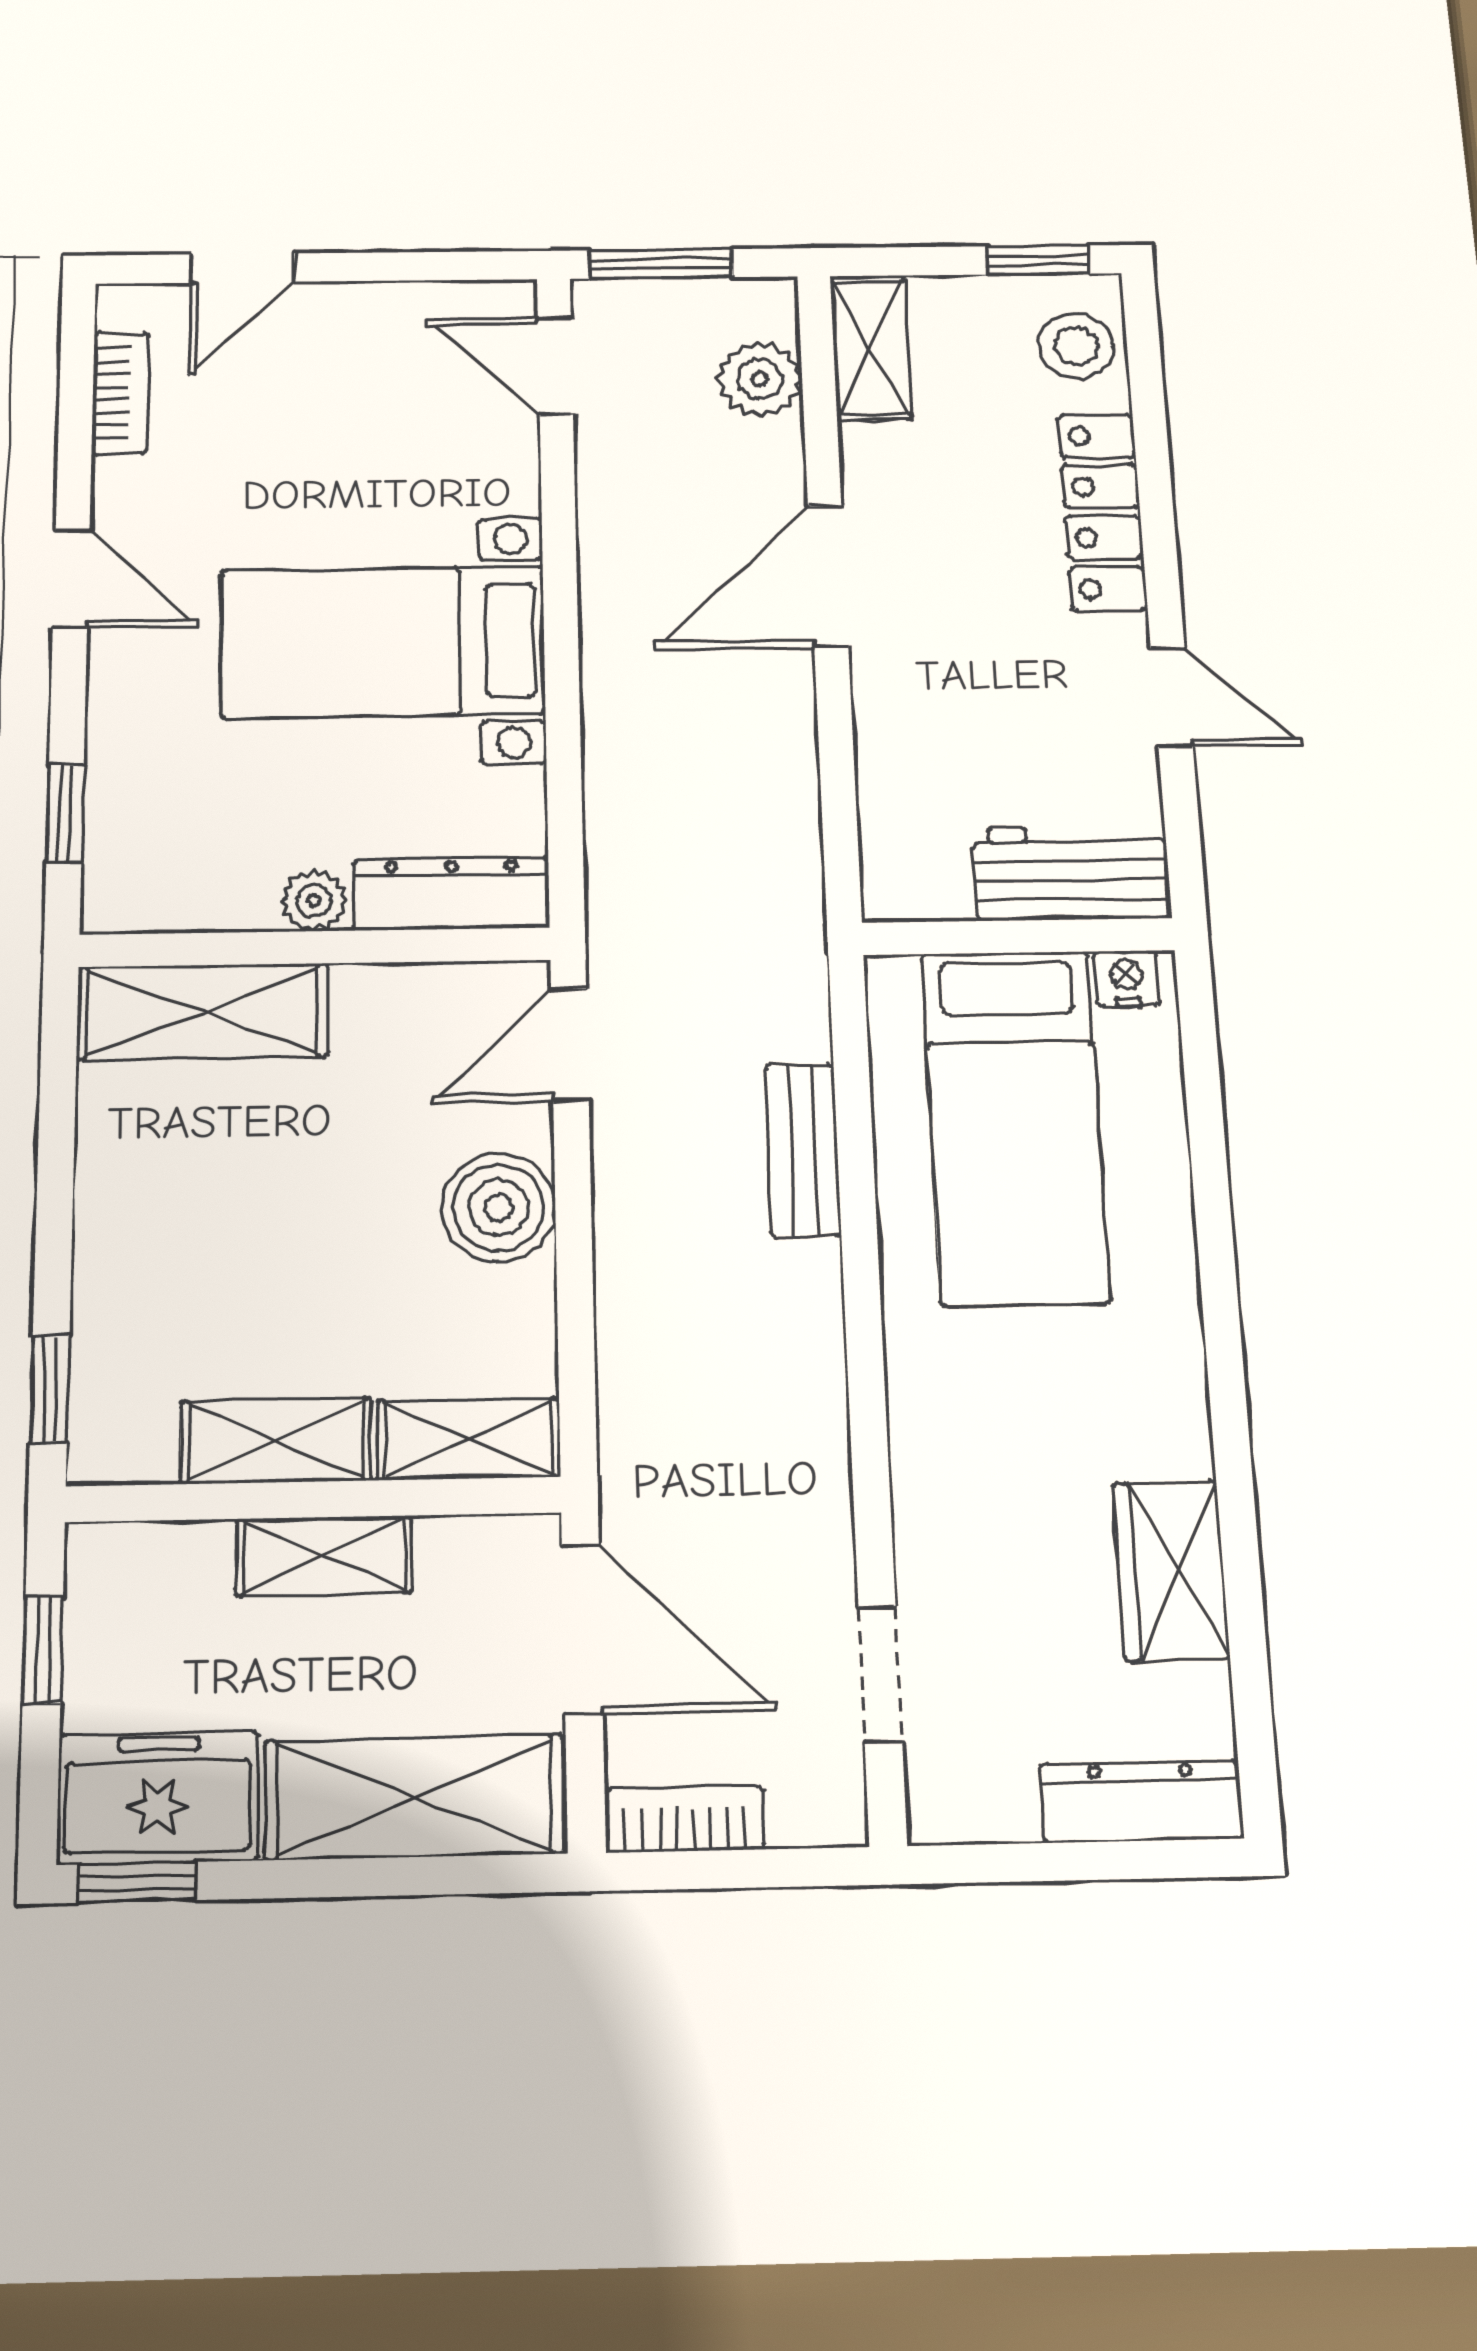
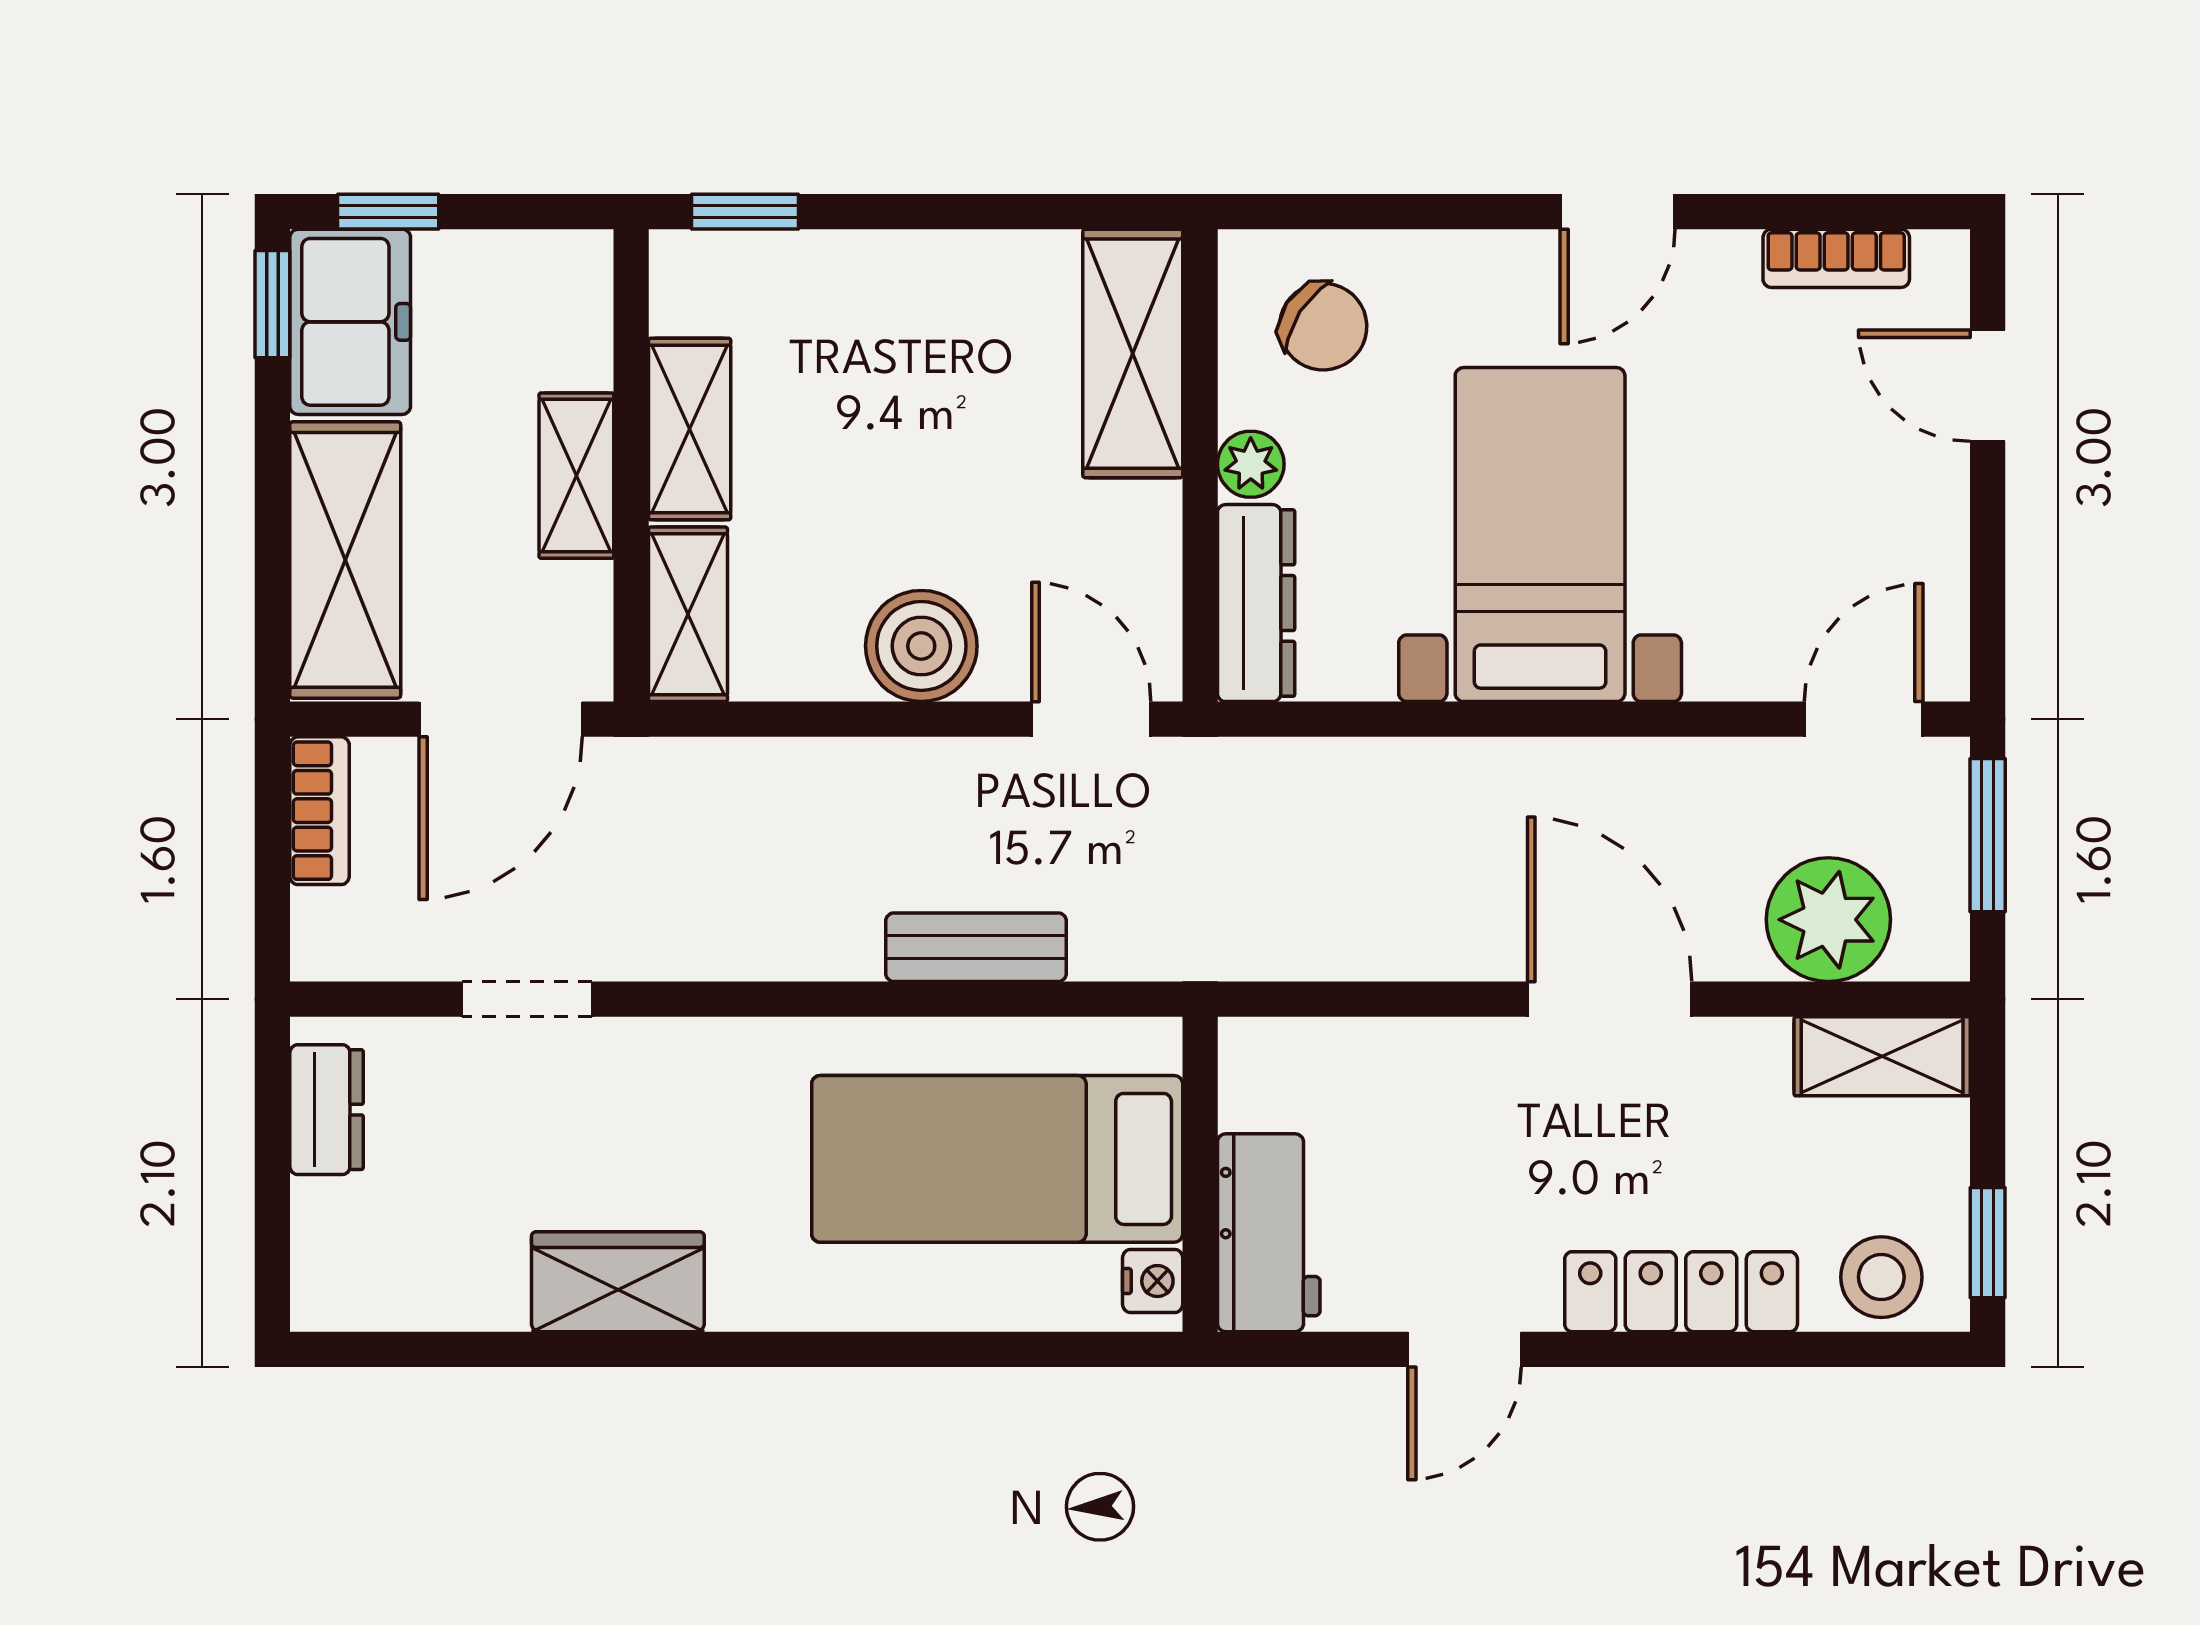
plant: (760, 379) -> (1828, 920), width x1.36, depth x1.36
window: (65, 814) -> (1351, 212), removed
chair: (178, 837) -> (1323, 327), added
wardrobe: (1171, 1570) -> (618, 1282), moved
window: (43, 1650) -> (388, 212), moved
doorway: (880, 1675) -> (527, 999), moved
dresser: (1142, 1801) -> (327, 1110), moved, width x0.70

